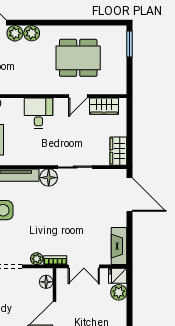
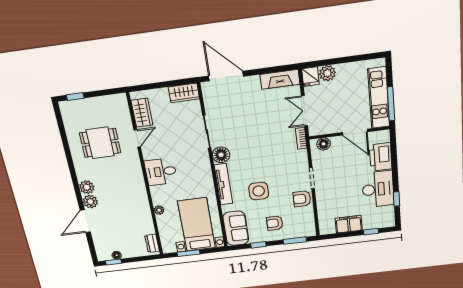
window: (129, 44) -> (75, 97), width x0.67
dining table: (78, 58) -> (100, 143), width x0.73
door: (78, 96) -> (137, 138), hinge flipped
door: (129, 195) -> (226, 76), hinge flipped
plant: (37, 259) -> (302, 155), removed
double door: (84, 266) -> (304, 111), swing flipped

